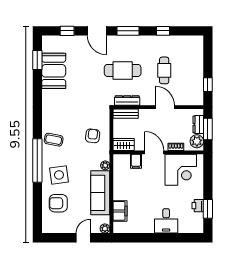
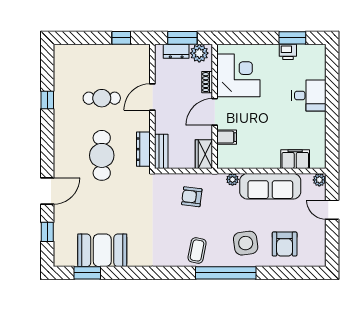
window: (128, 31) -> (47, 148), removed

